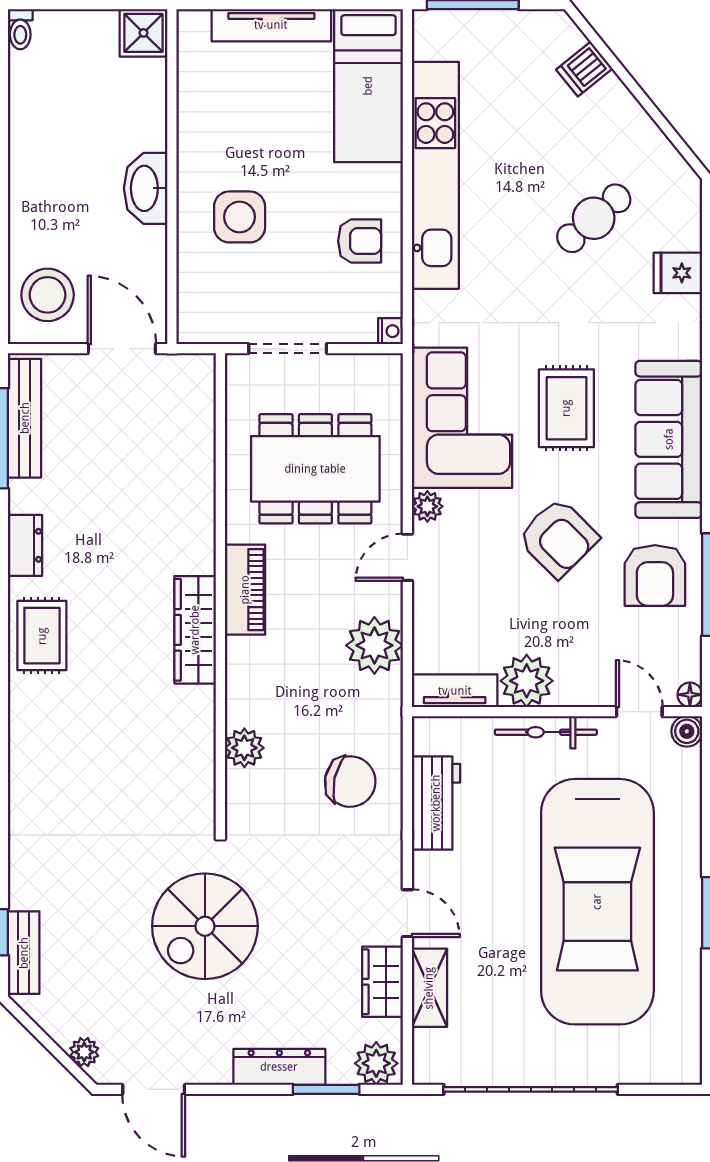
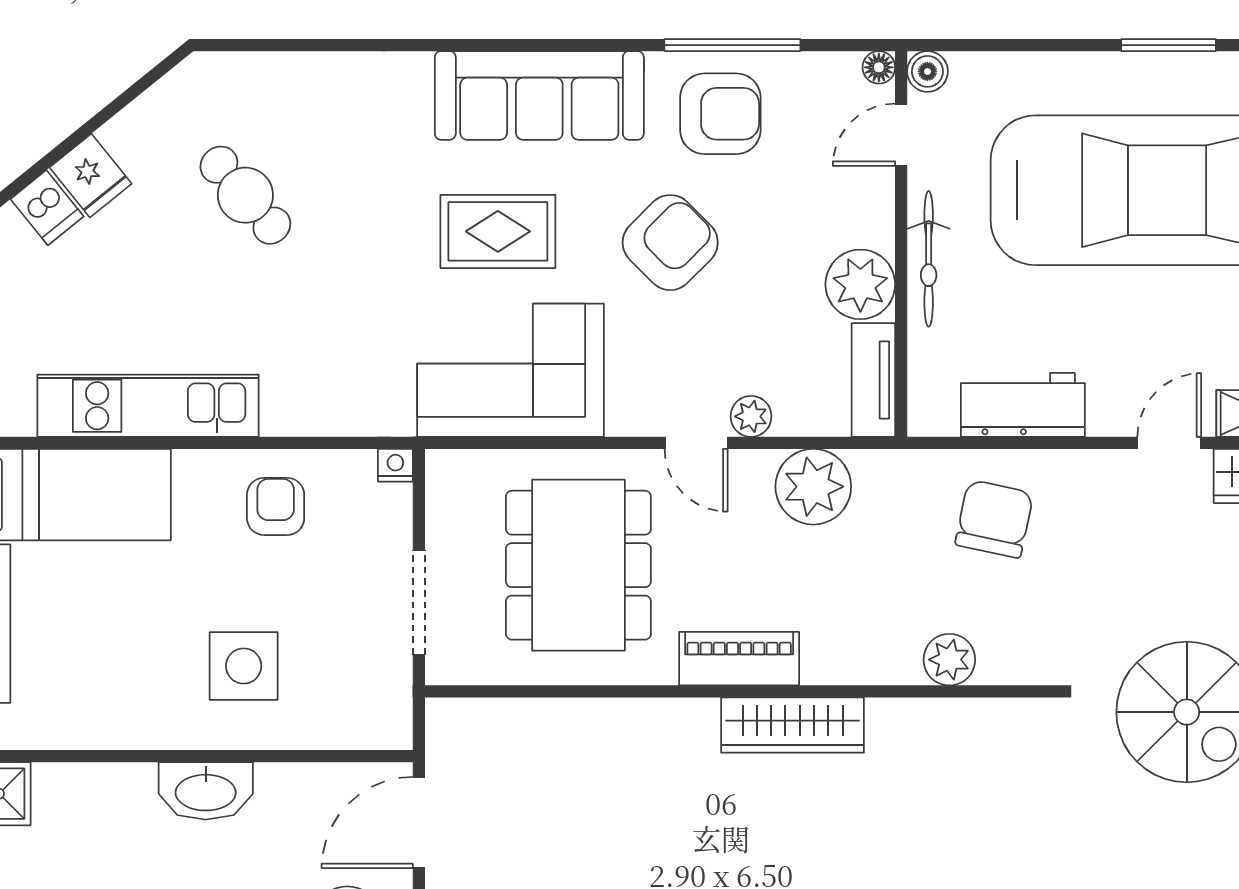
kitchen unit: (435, 175) -> (148, 406), width x0.73
fridge: (678, 273) -> (91, 176), moved, turned -39
plant: (427, 506) -> (751, 416), moved

